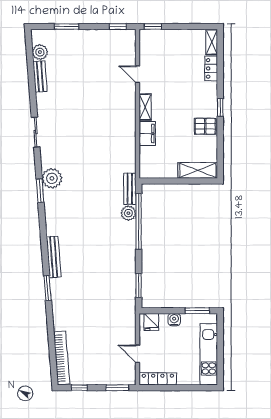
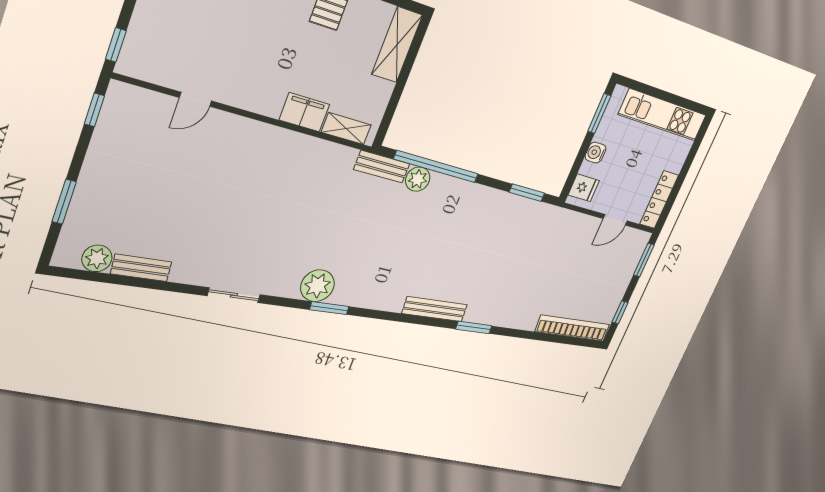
shelving: (145, 107) -> (346, 129), moved

